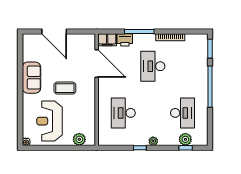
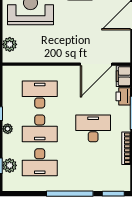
coffee table: (65, 88) -> (68, 28), removed
desk: (153, 113) -> (40, 128), added

